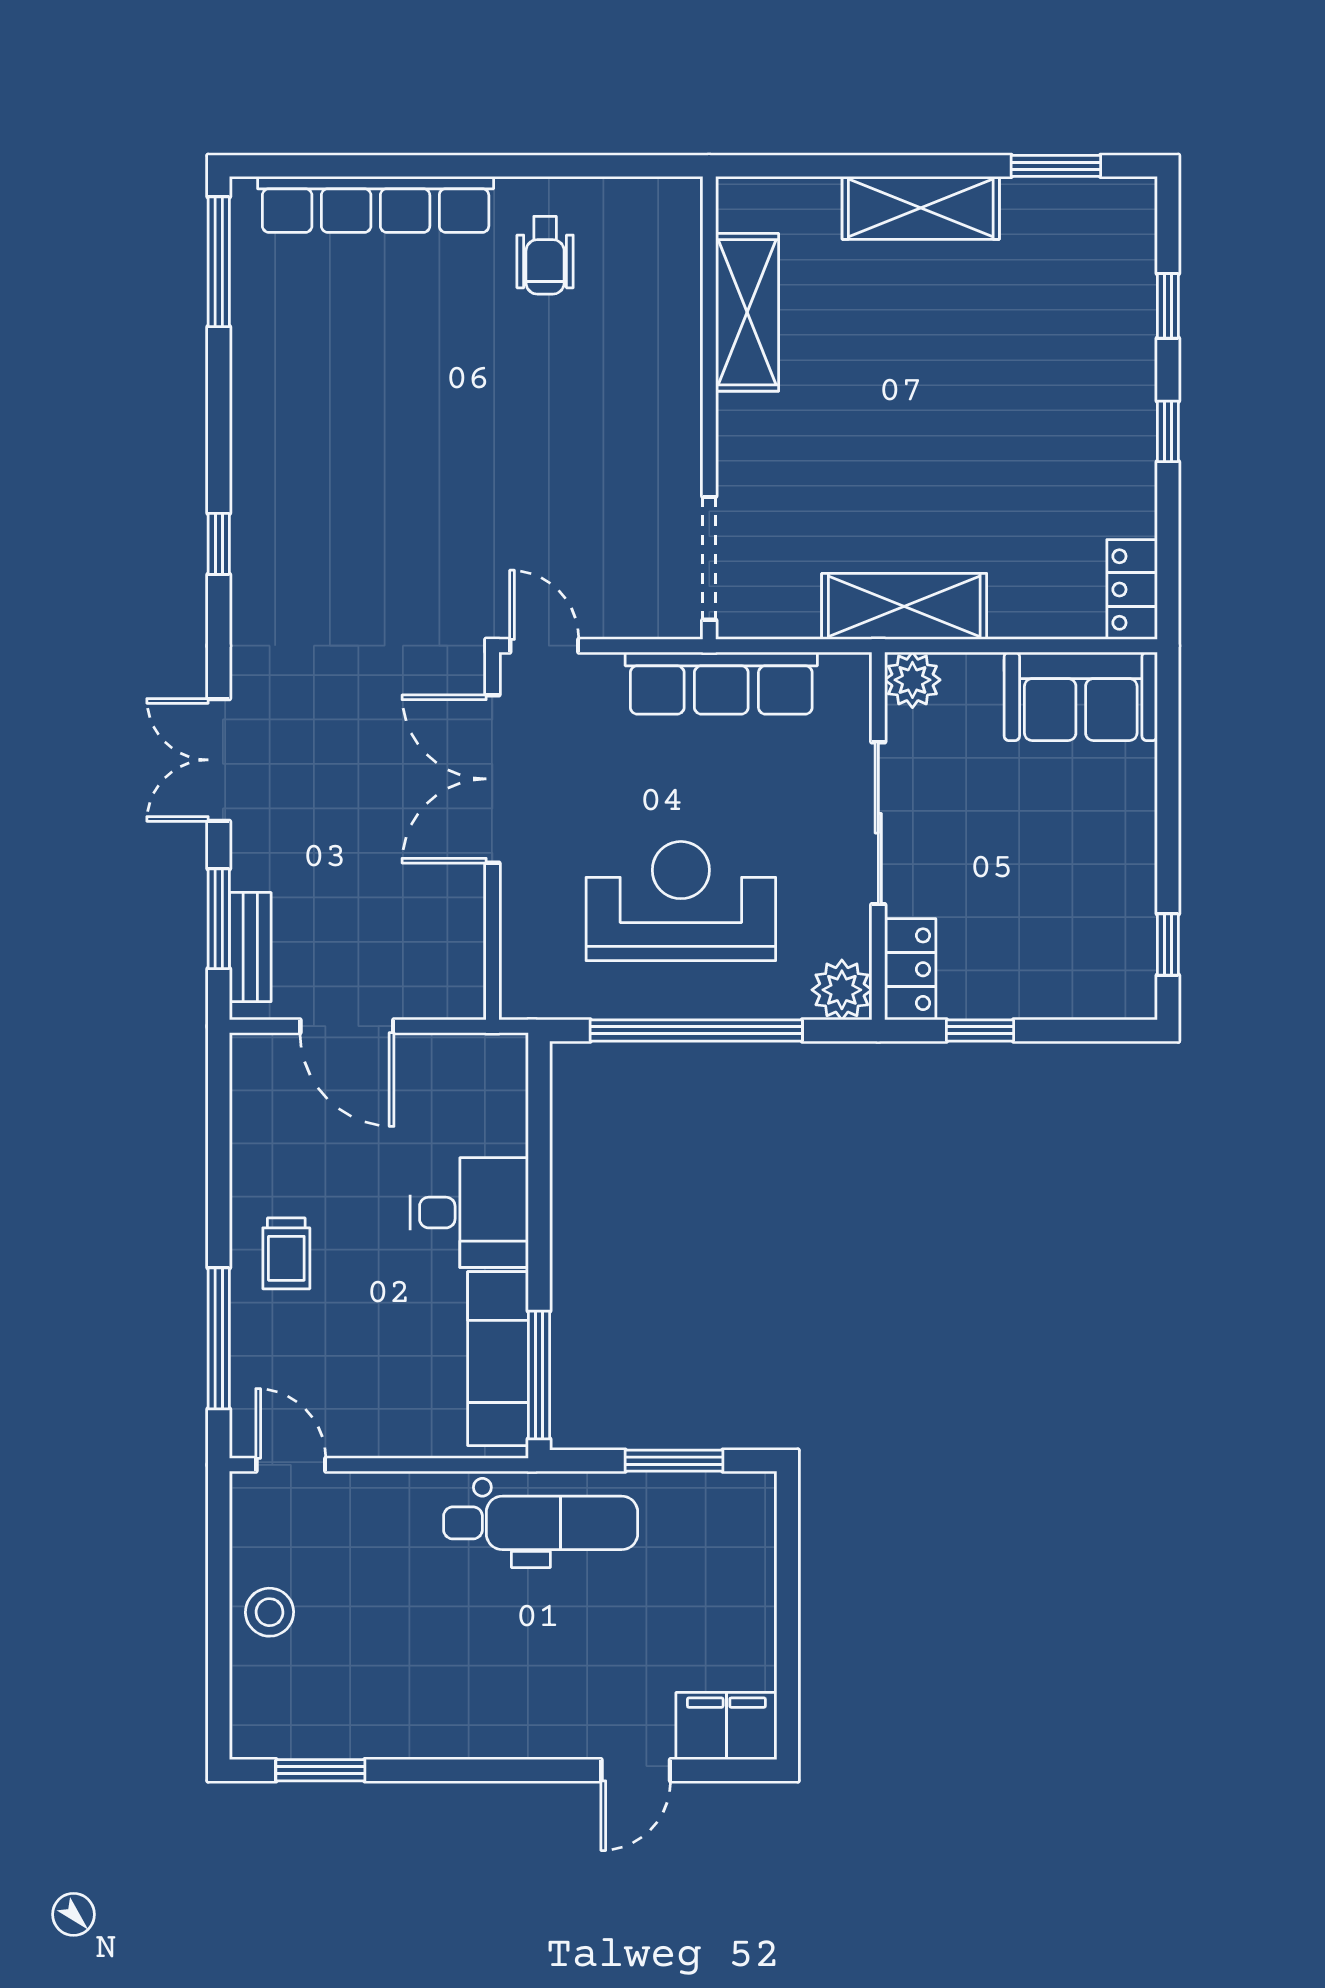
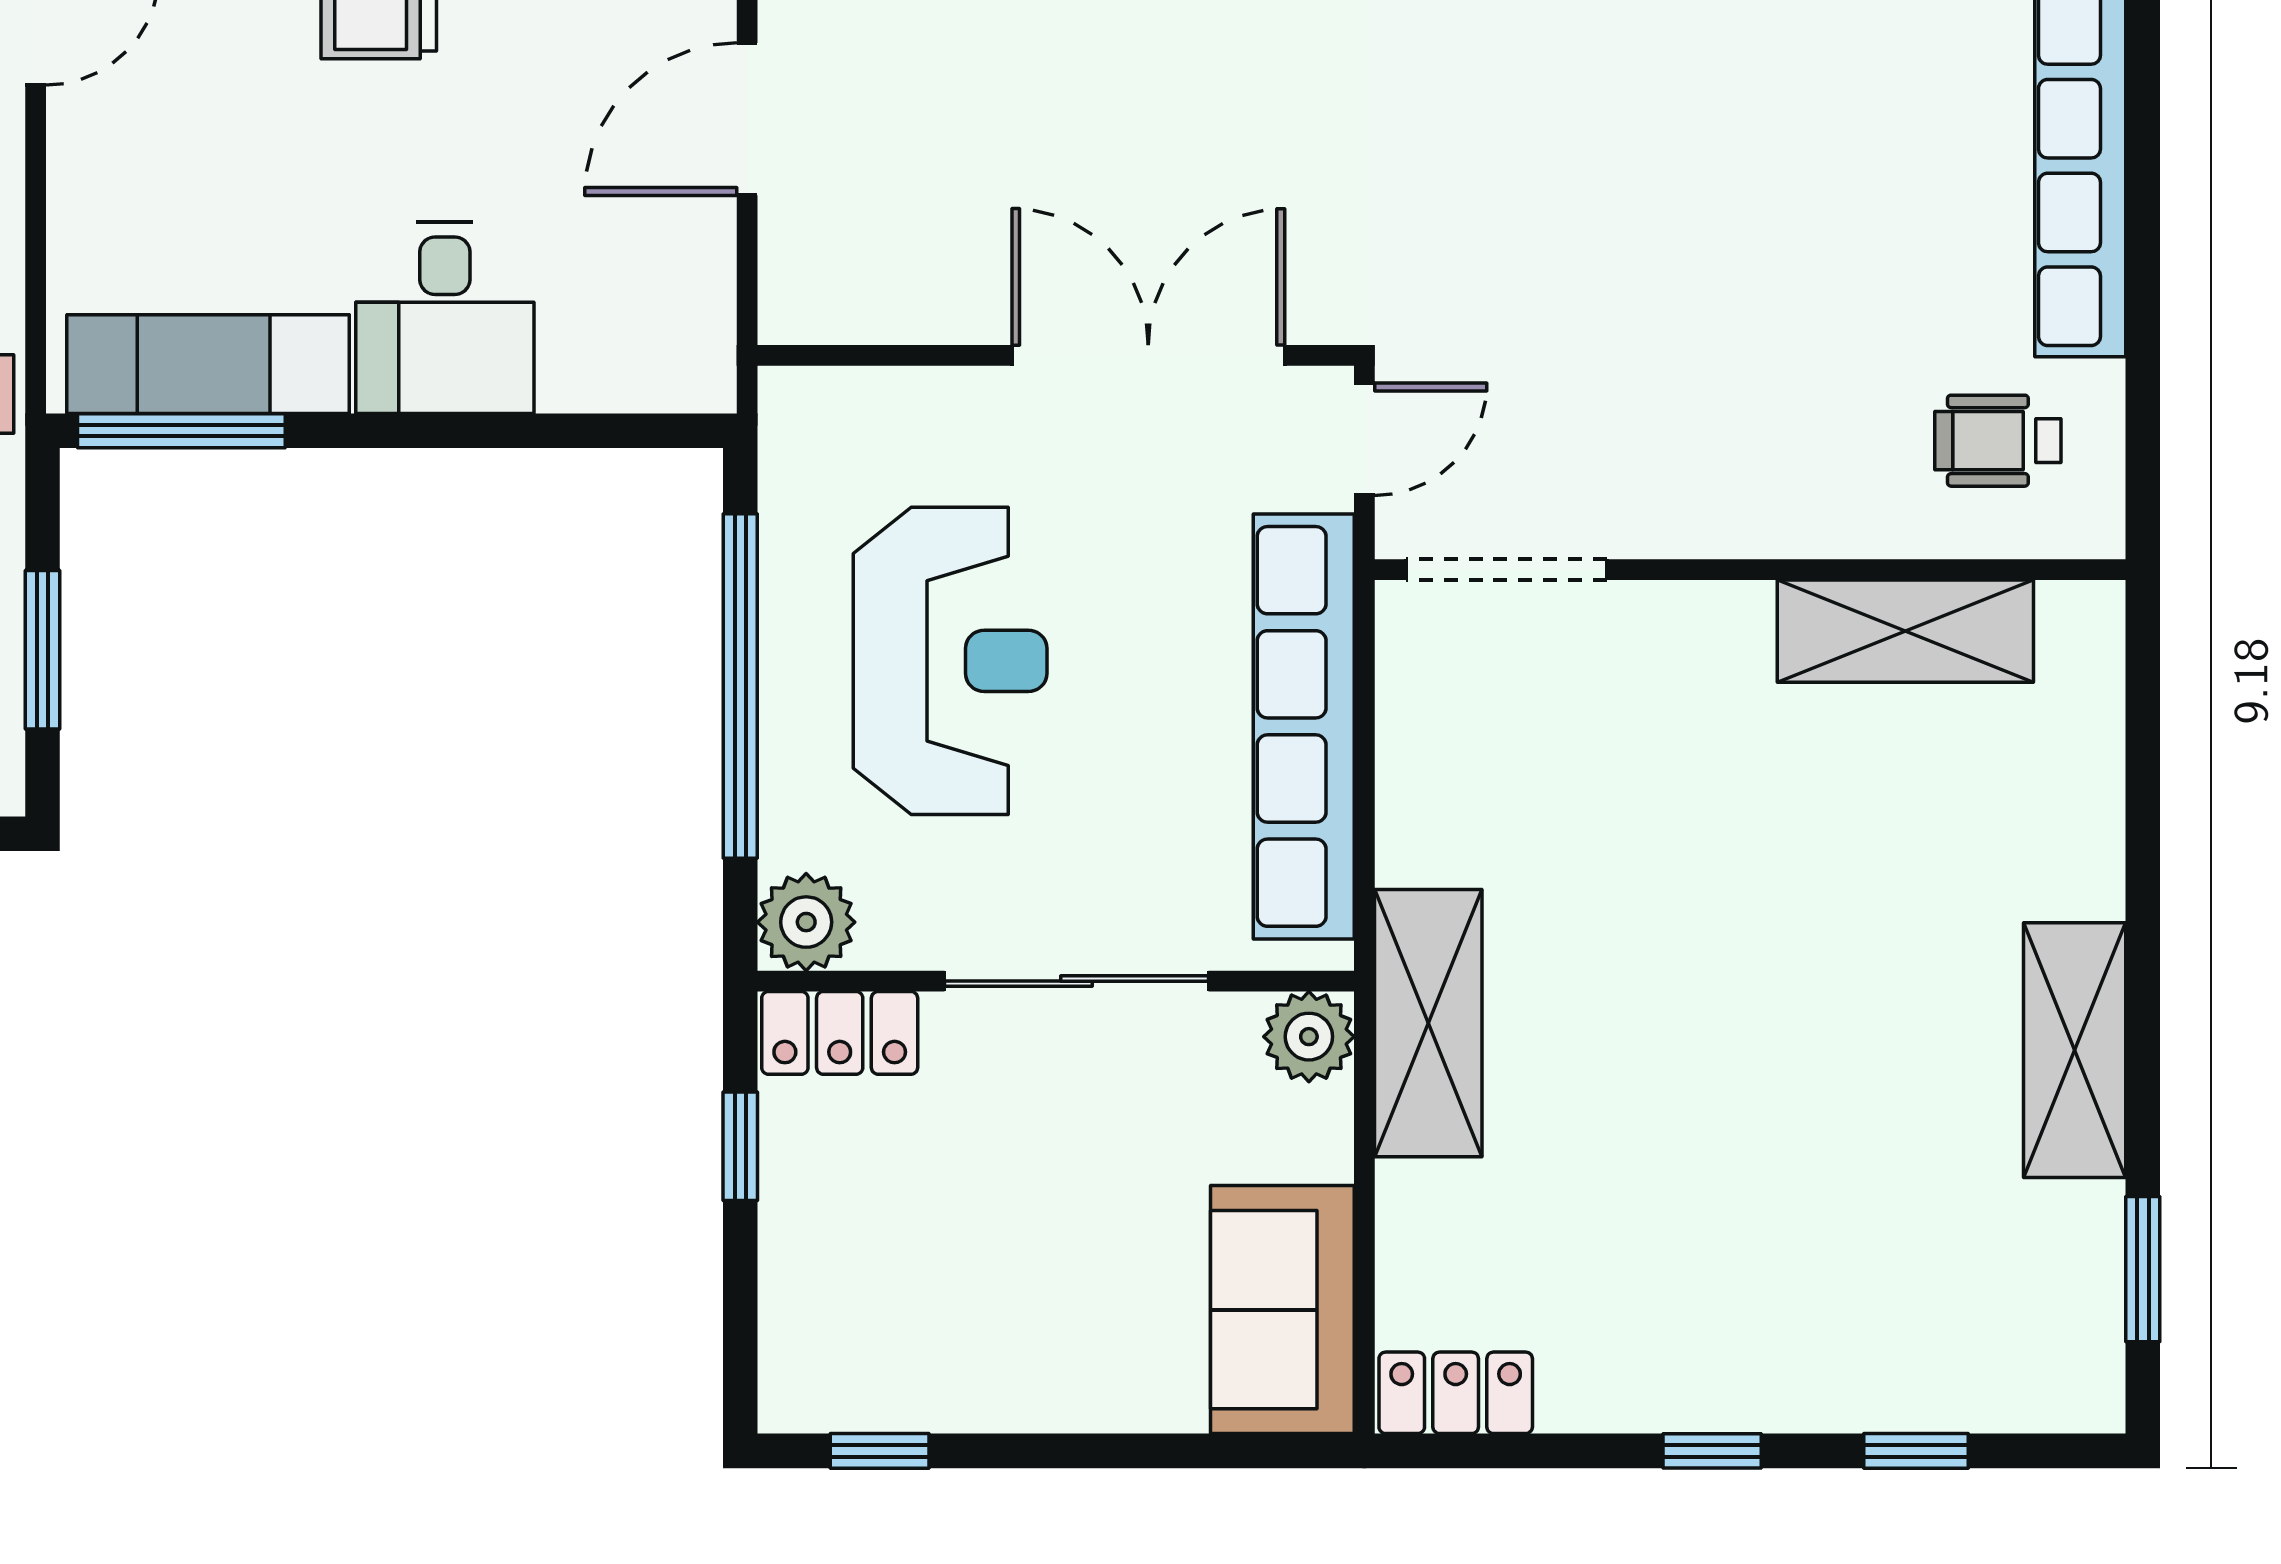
shelving: (747, 312) -> (1905, 631), moved
wall: (709, 408) -> (1750, 570), moved
doorway: (709, 558) -> (1506, 570), moved
row of seats: (721, 683) -> (1304, 726), width x1.36

